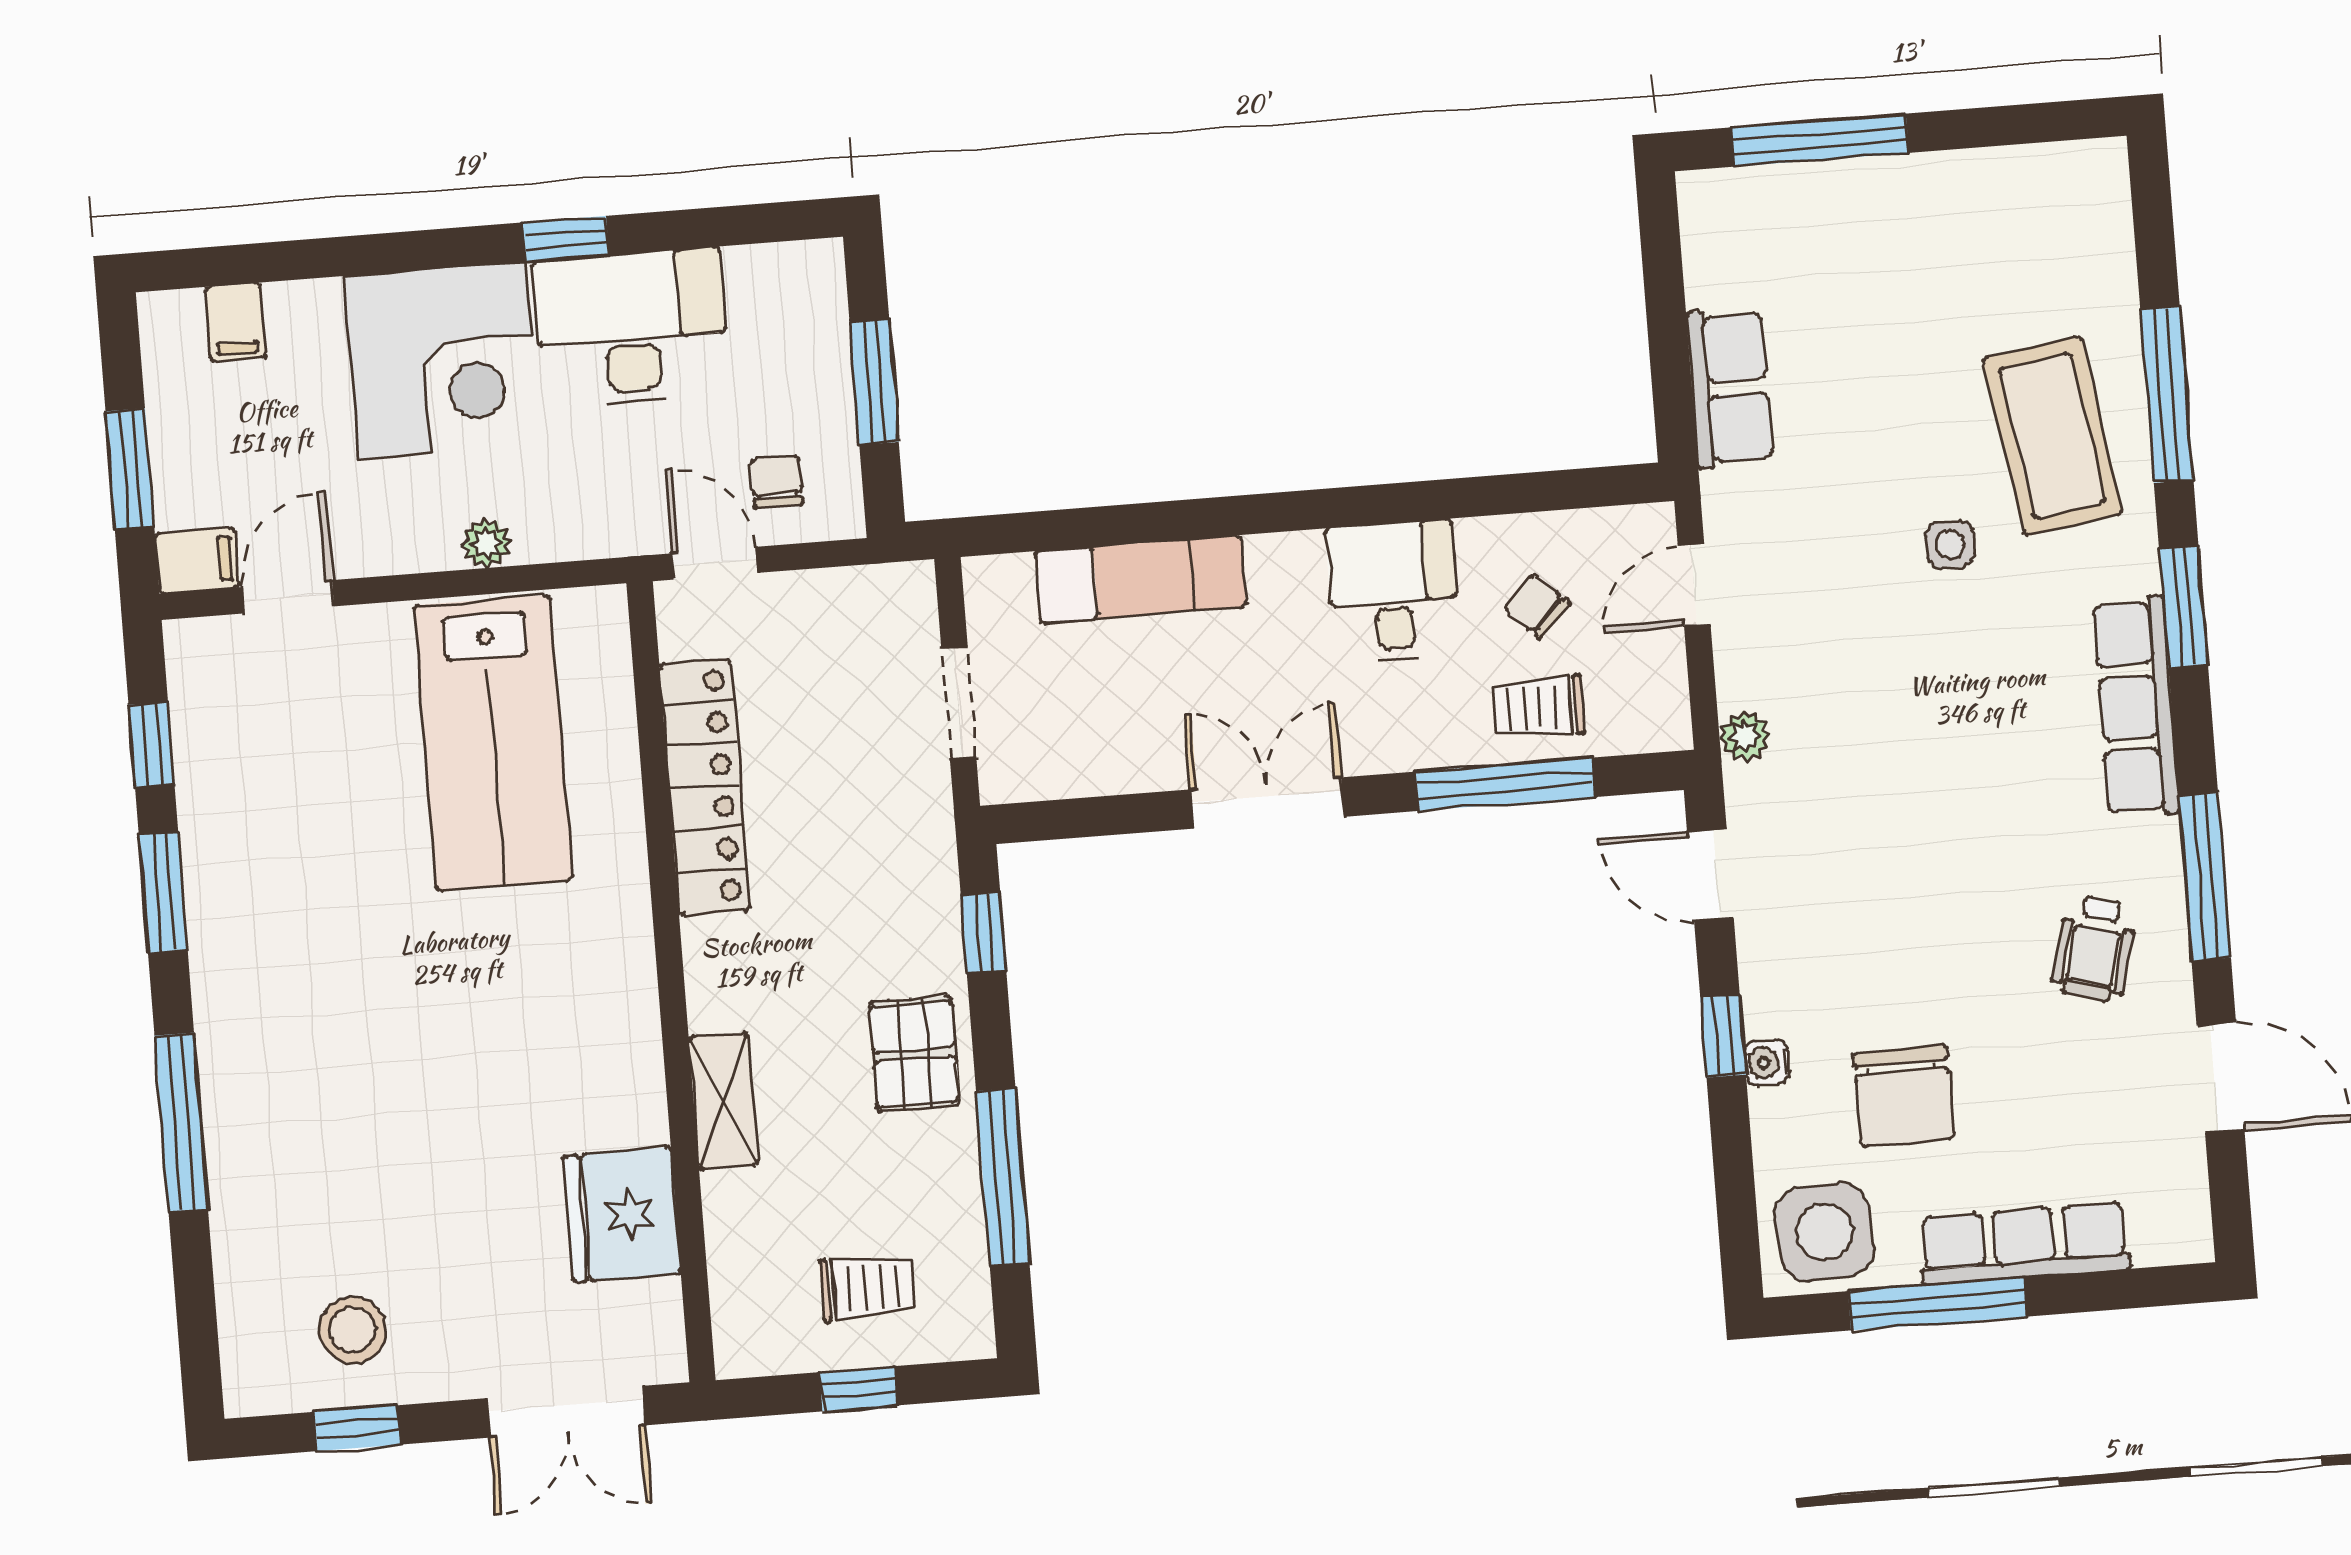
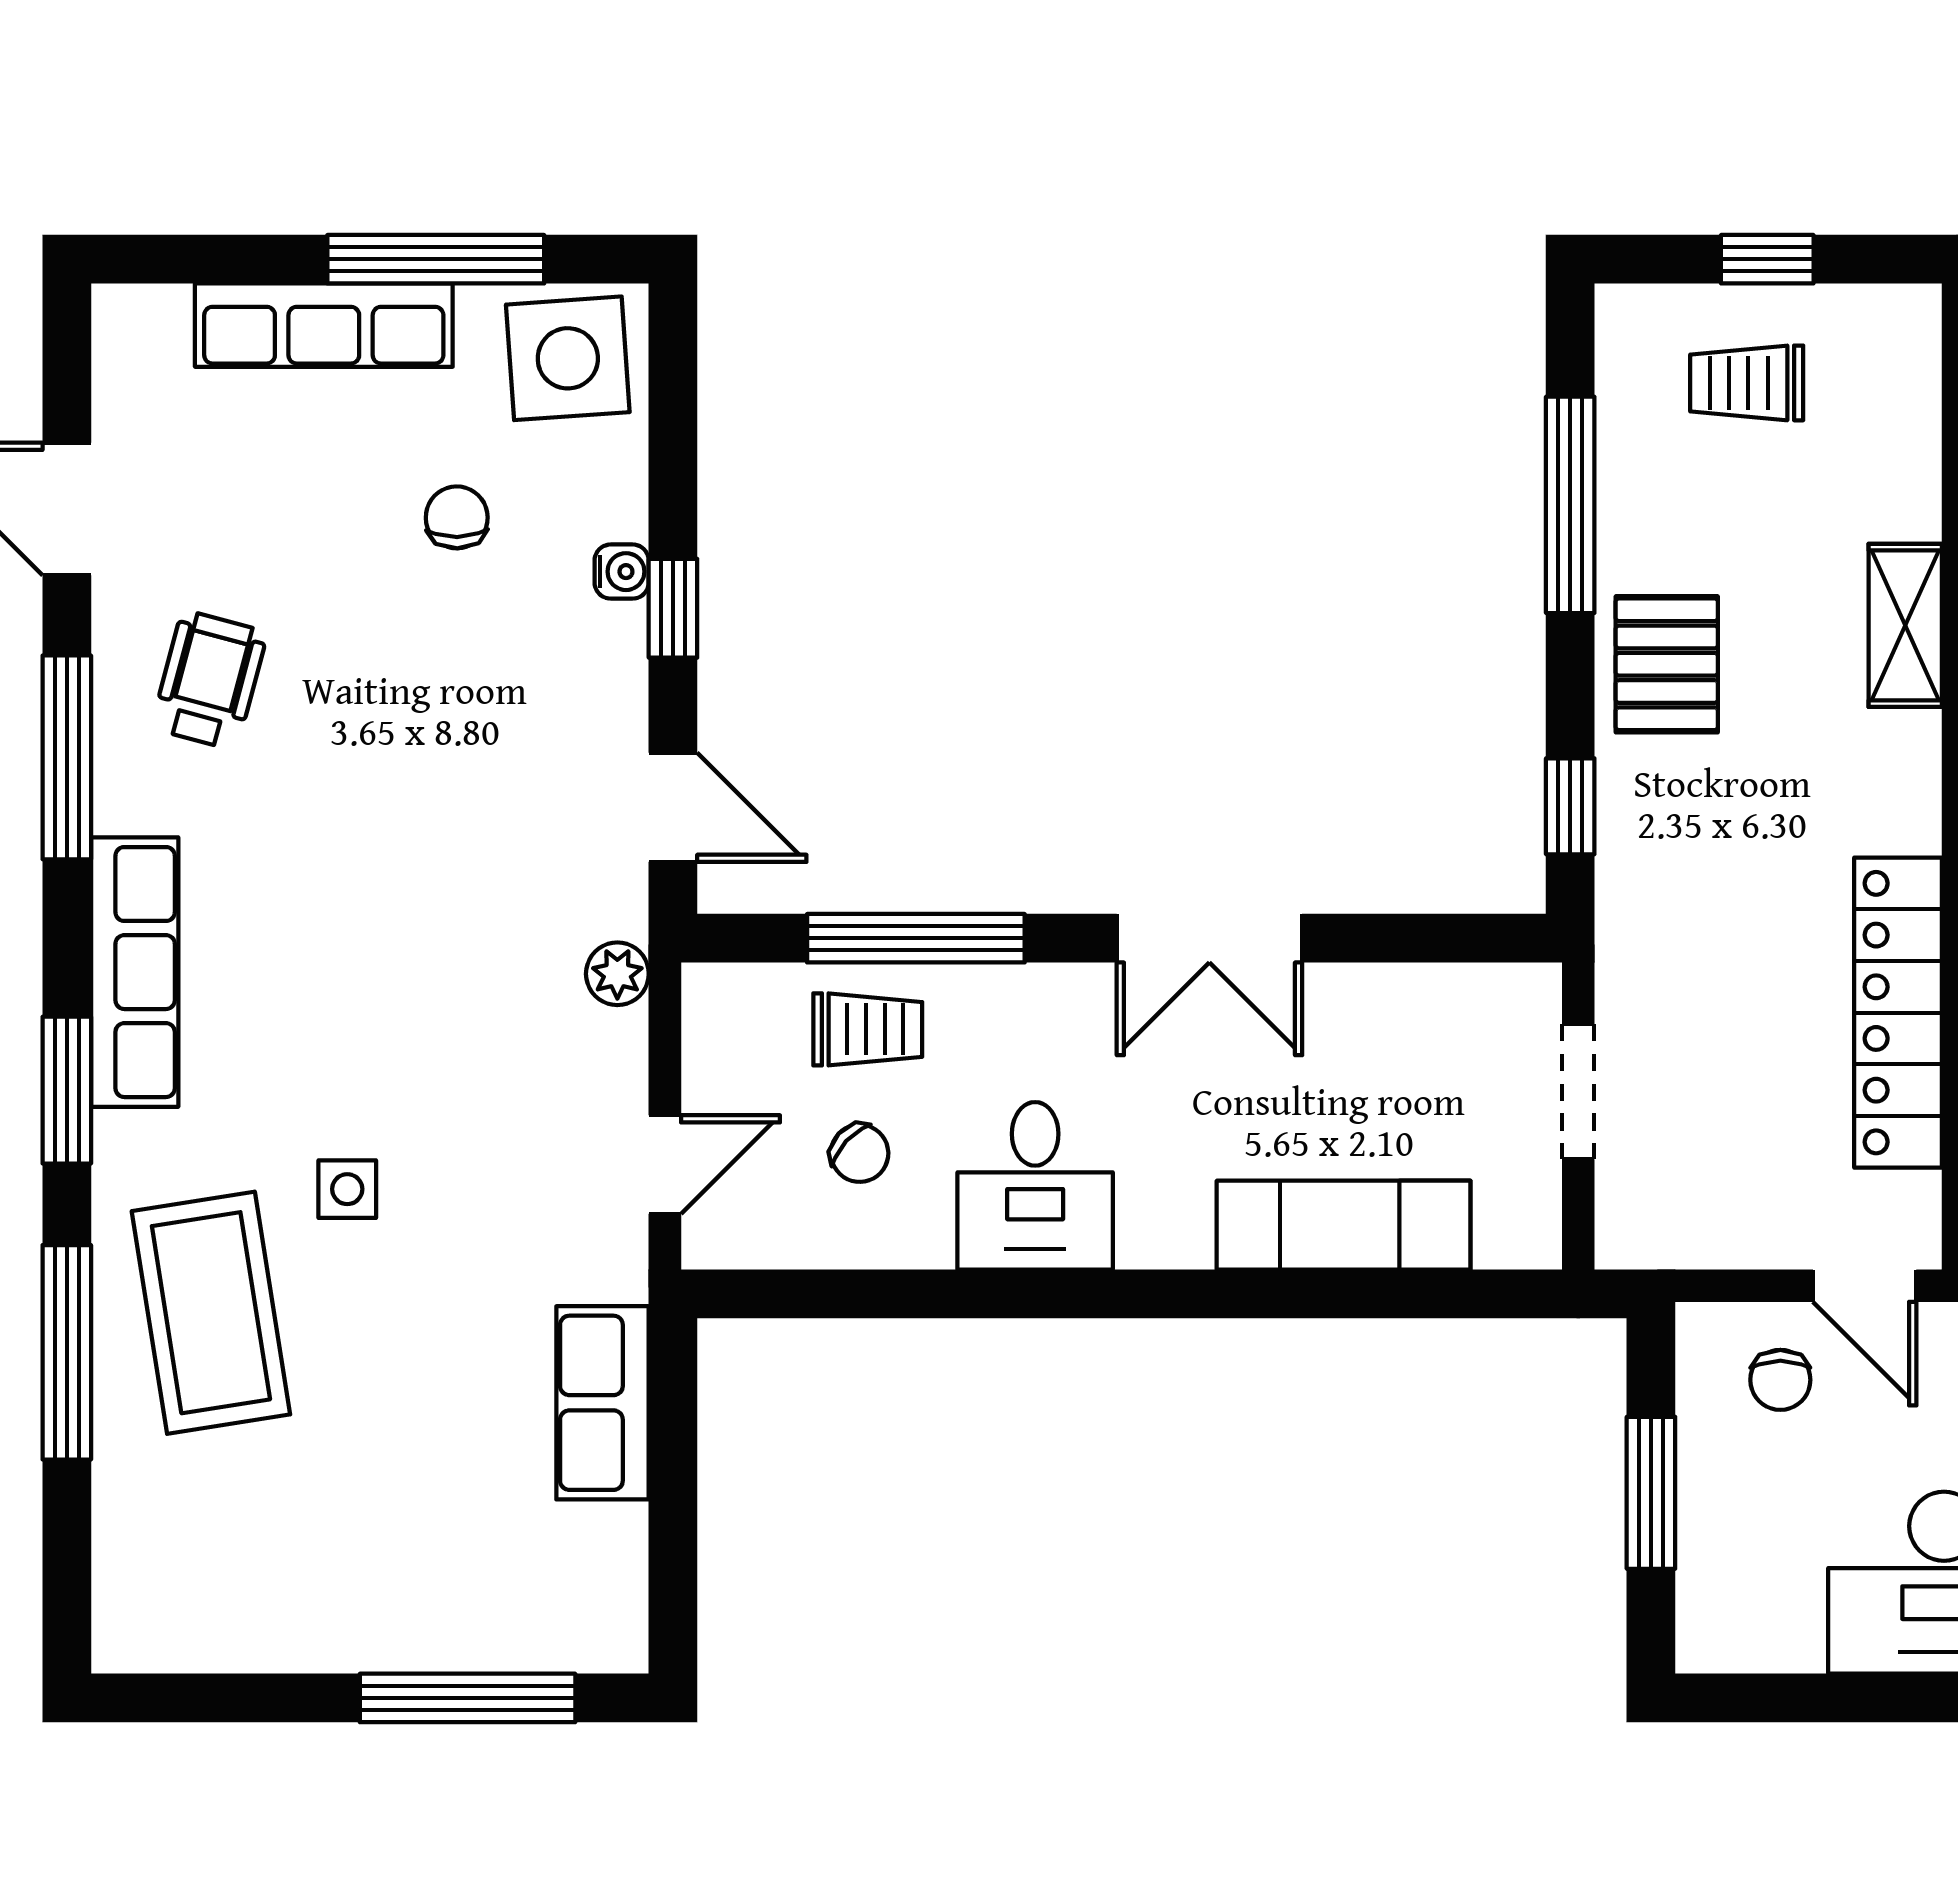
chair: (1904, 1096) -> (457, 517), width x0.54, depth x0.54

